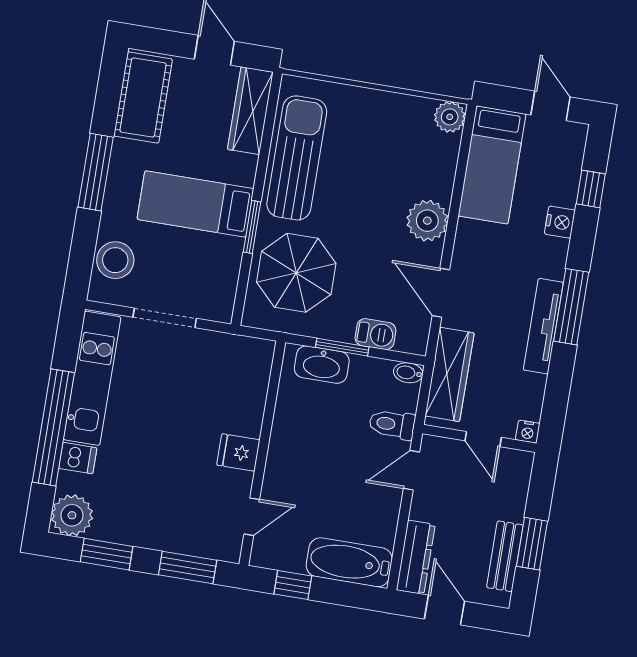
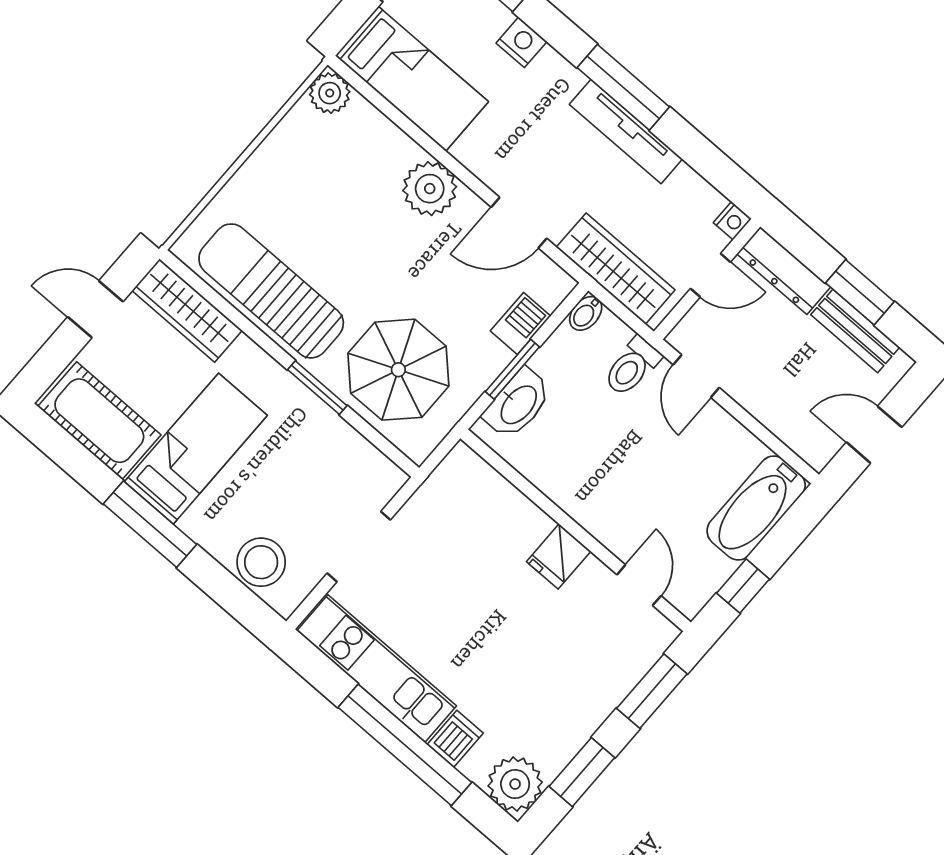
bed: (195, 204) -> (196, 449), moved, turned 180
dresser: (416, 557) -> (784, 270), moved, turned 180

